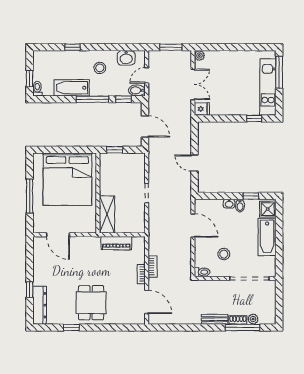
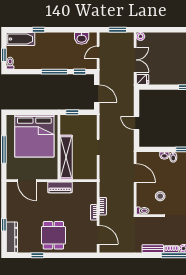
stool: (100, 68) -> (60, 46), removed
bathtub: (72, 88) -> (21, 39), moved, turned 180
bidet: (137, 90) -> (90, 64), removed
shelving: (107, 214) -> (66, 157), width x1.47
piano: (116, 243) -> (60, 187), moved

